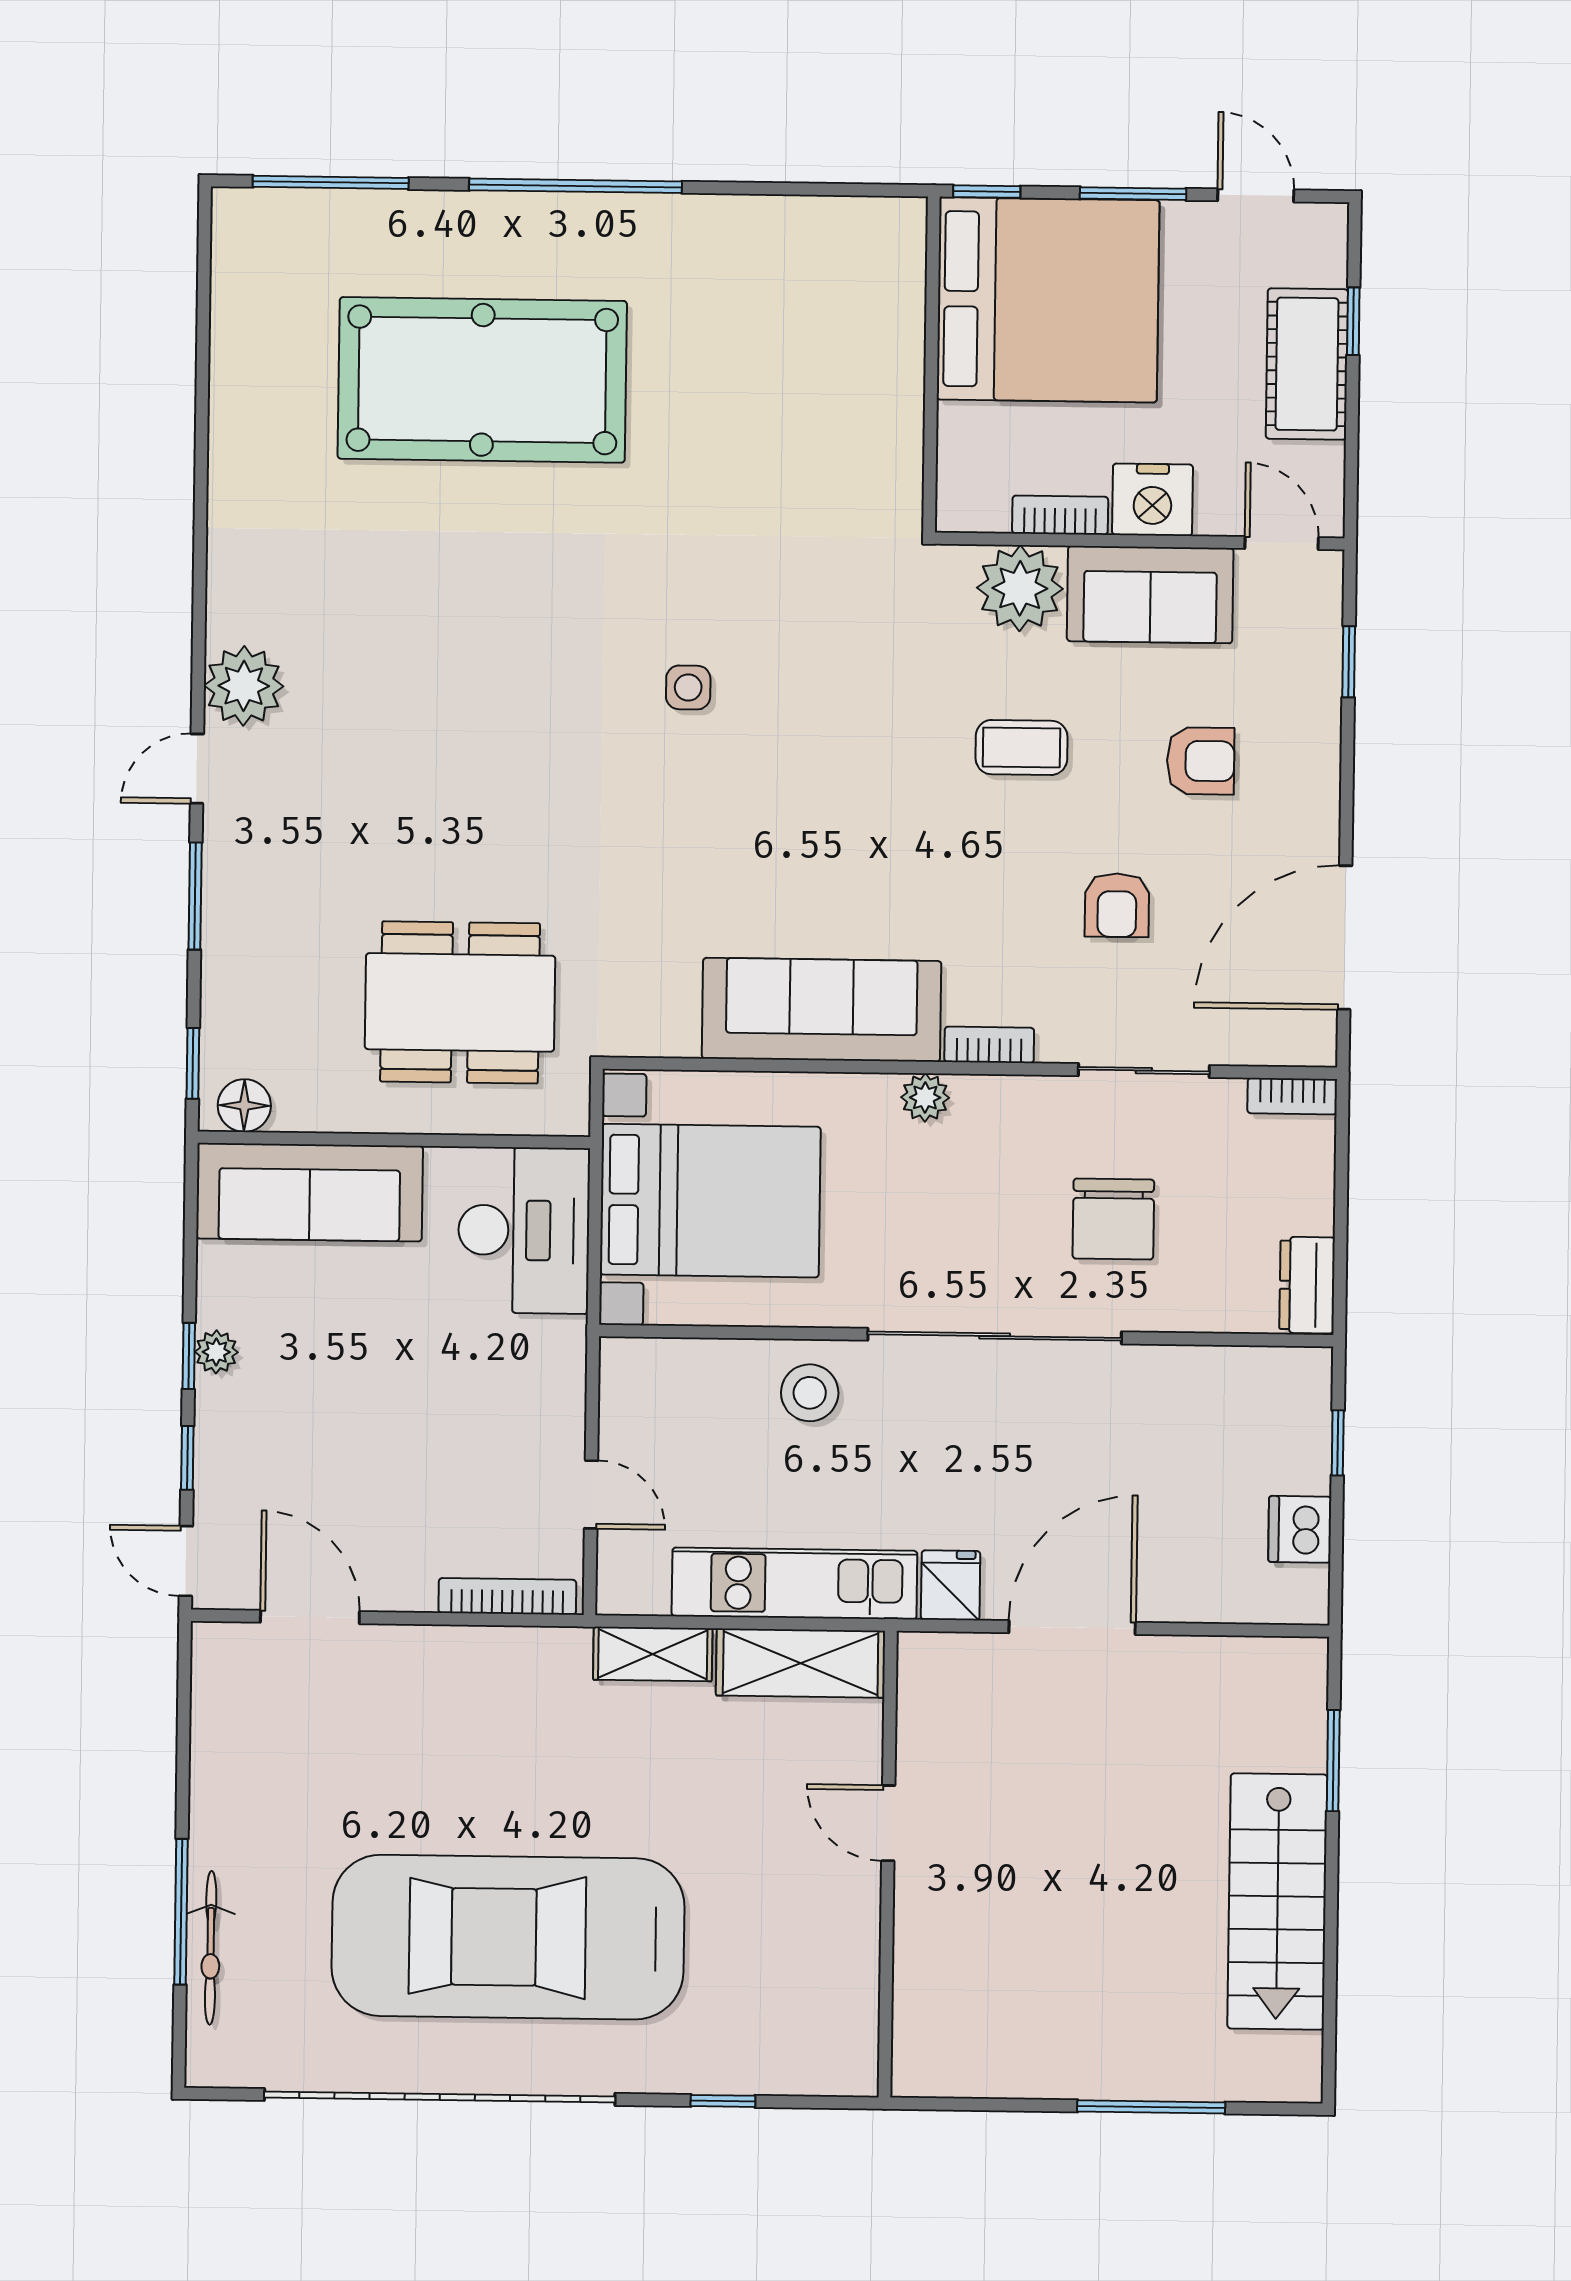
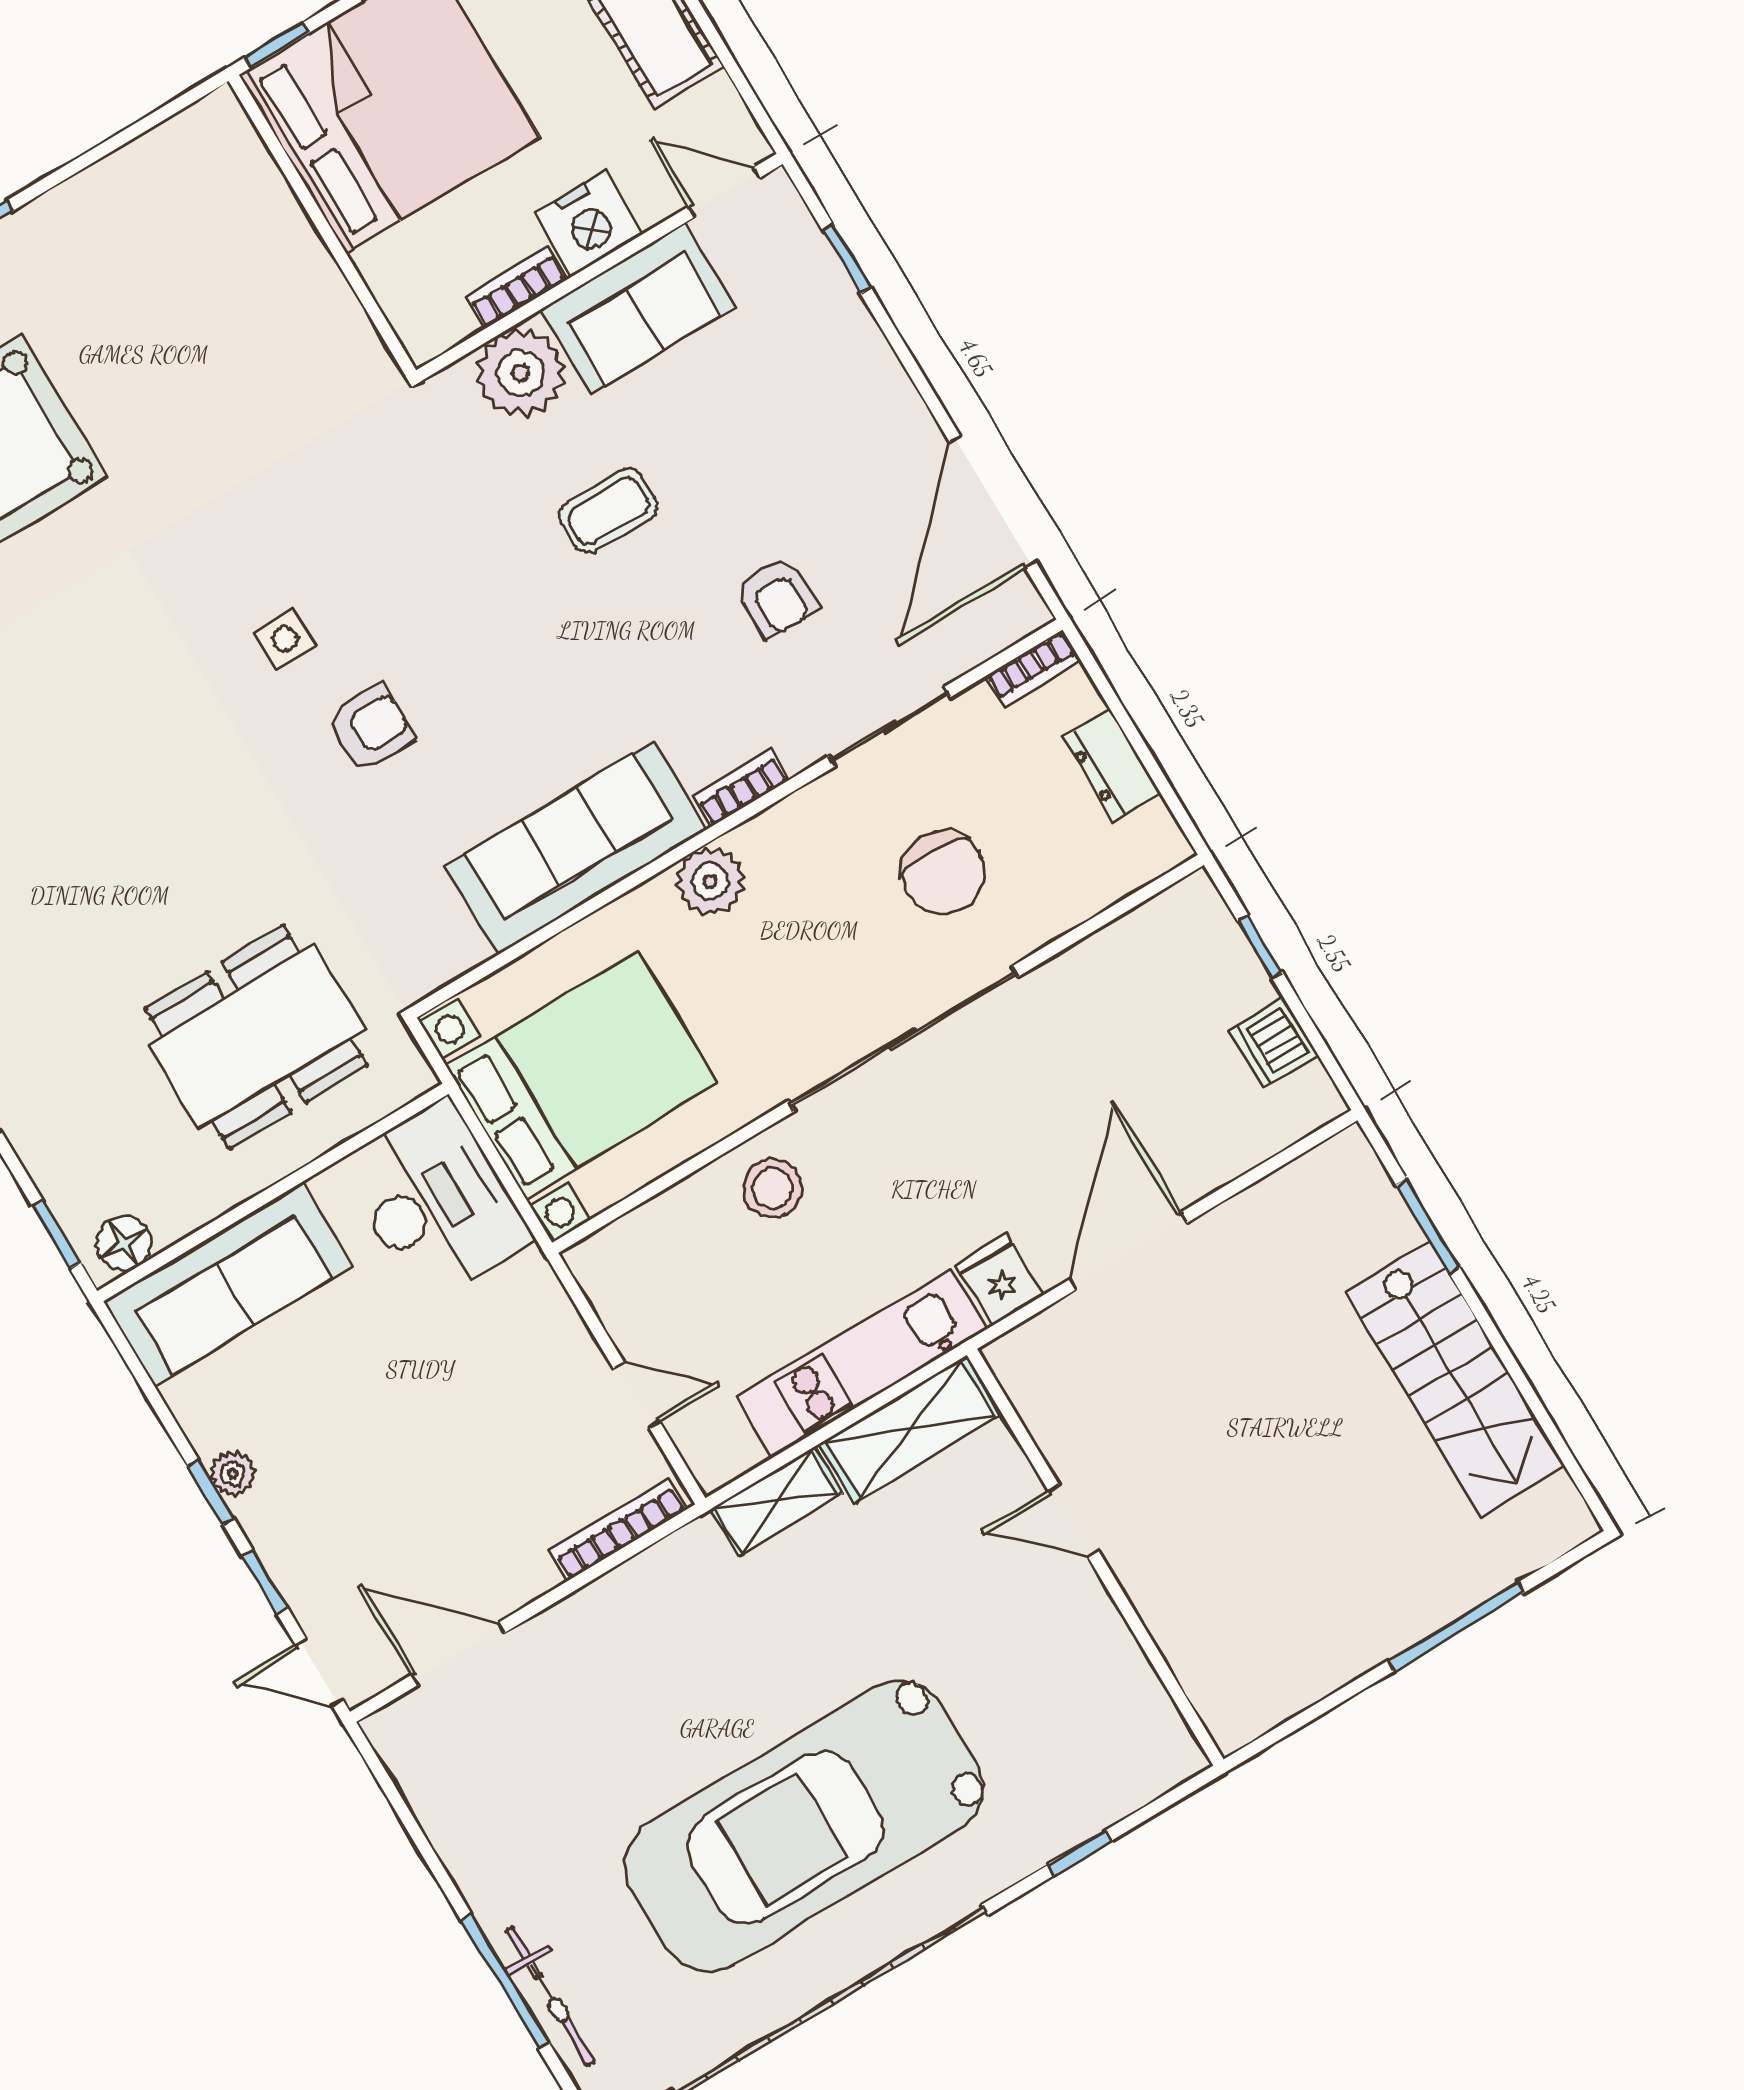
armchair: (1201, 761) -> (370, 728), moved
plant: (925, 1097) -> (710, 881), width x1.38, depth x1.38
dresser: (1307, 1285) -> (1111, 765), moved

